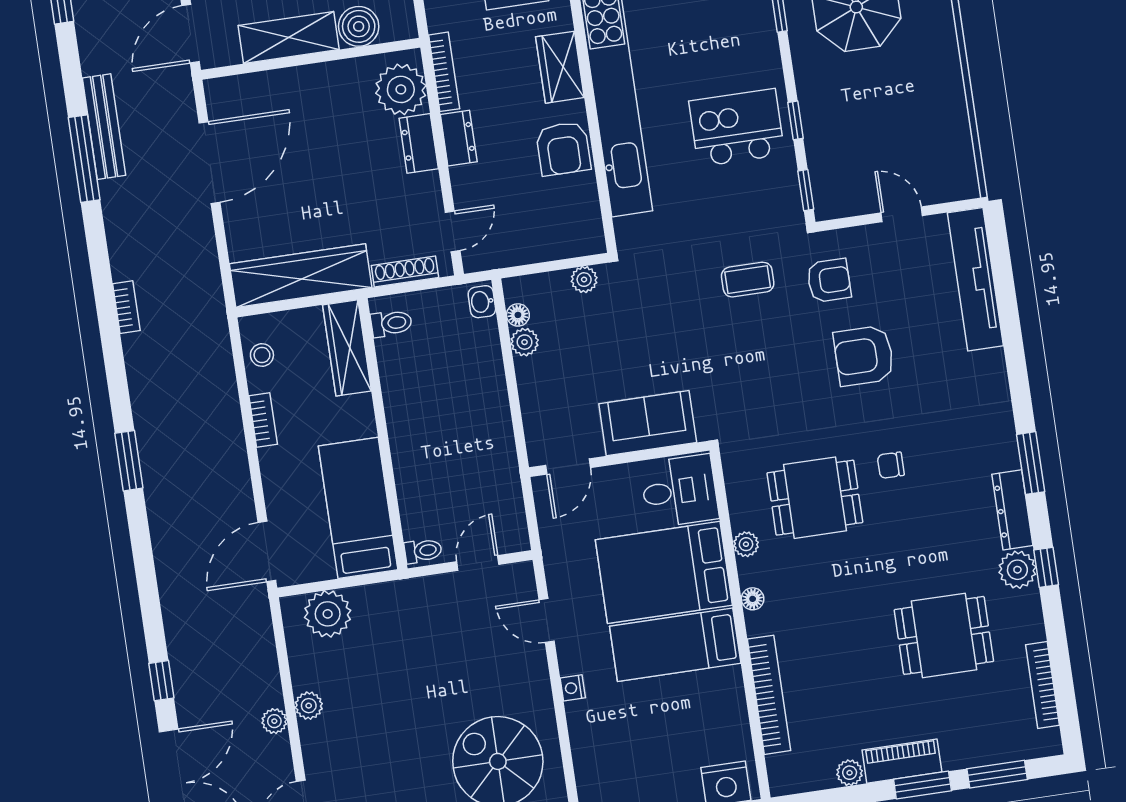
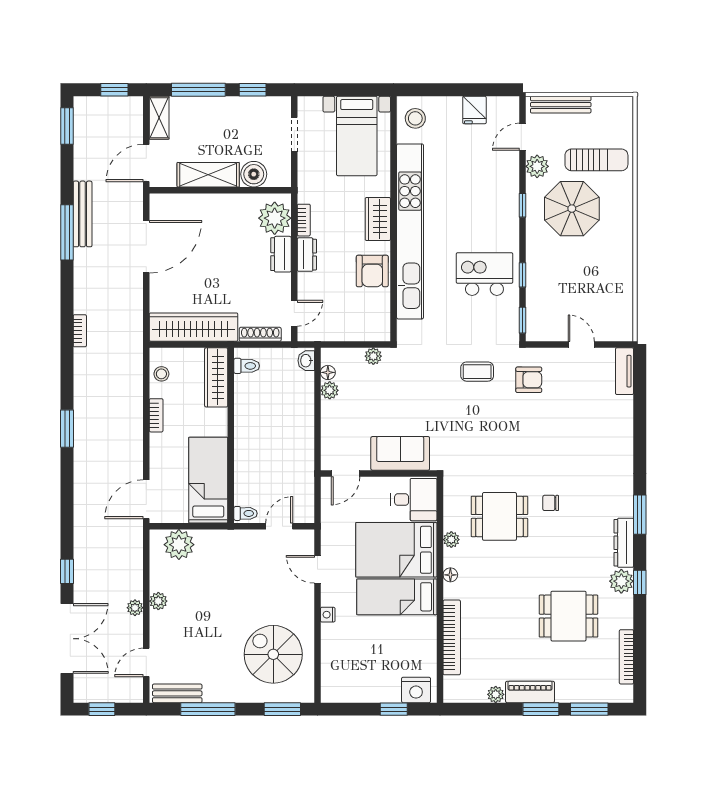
bookcase: (444, 72) -> (304, 220), width x0.64
tv unit: (975, 279) -> (624, 371), width x0.52, depth x0.78
armchair: (864, 356) -> (544, 431), removed

